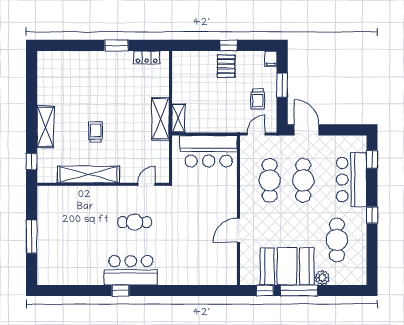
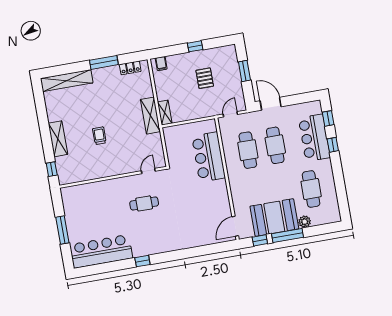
window: (116, 45) -> (104, 62), width x1.44
filing cabinet: (271, 59) -> (161, 64), moved
pallet: (226, 66) -> (205, 78), moved
trolley: (258, 99) -> (227, 86), removed
bar counter: (209, 151) -> (209, 157), moved, turned 90
shelving: (89, 175) -> (67, 81), moved
window: (372, 215) -> (333, 145), moved
door: (239, 230) -> (235, 226), moved
bar counter: (131, 270) -> (101, 251), moved, width x1.36

